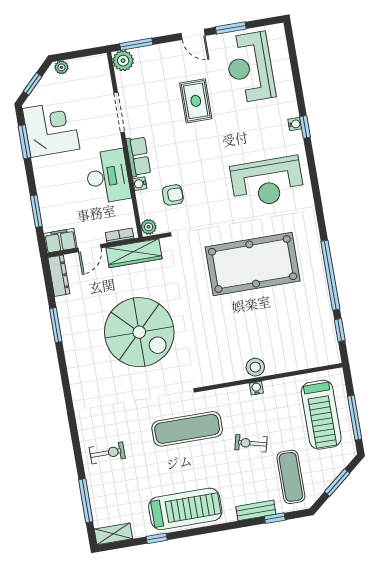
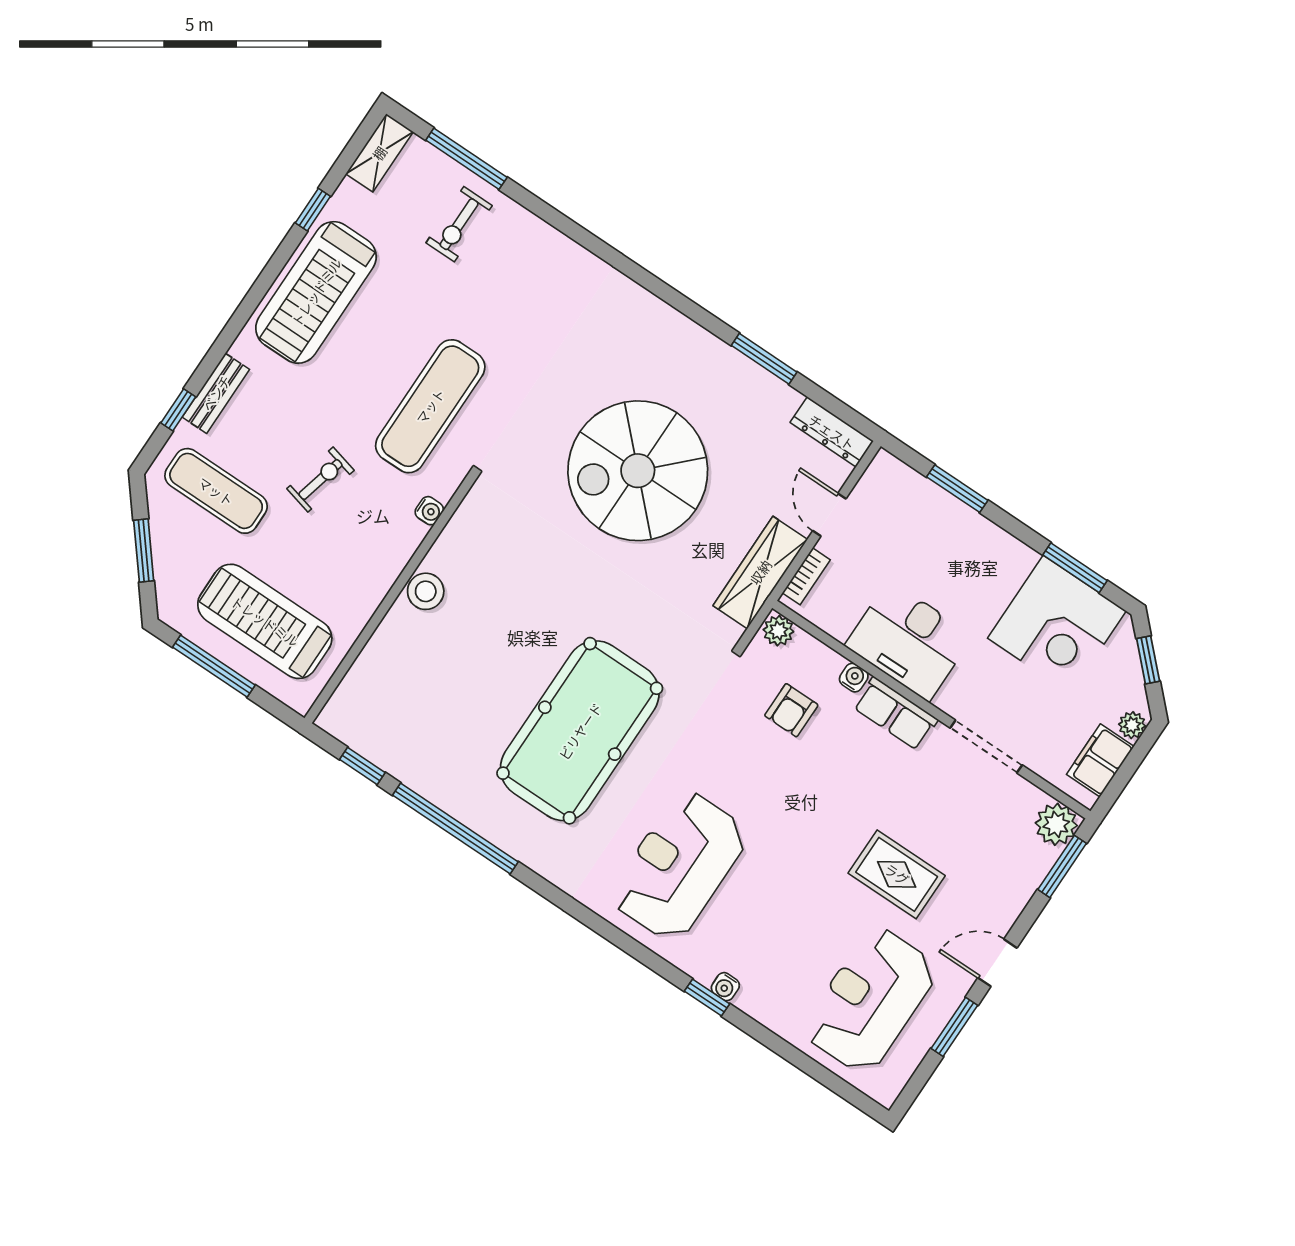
reception desk: (250, 67) -> (870, 1000), turned -90
filing cabinet: (60, 241) -> (1100, 760), moved, turned 180
water cooler: (256, 388) -> (429, 511), moved
exercise bike: (107, 453) -> (459, 224), moved

